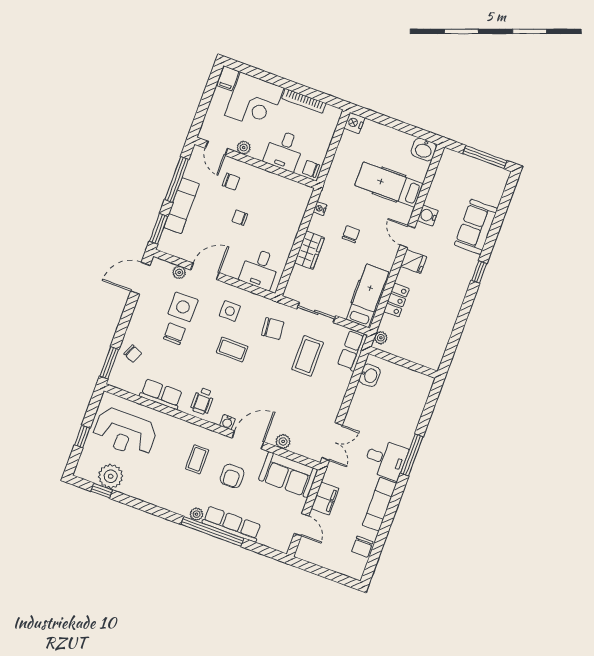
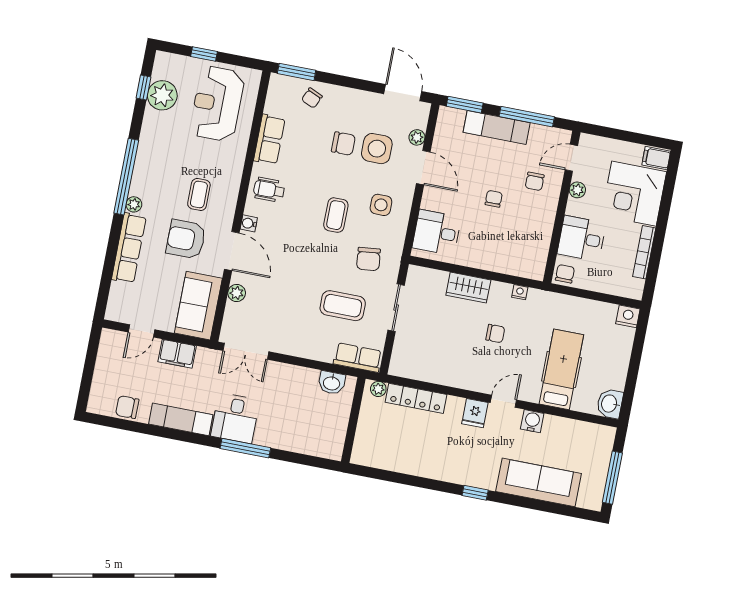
sofa: (476, 227) -> (539, 482), width x1.36
hospital bed: (367, 296) -> (425, 365), removed
locker: (396, 300) -> (416, 398), width x1.53
coffee table: (197, 459) -> (199, 194), turned 90
armchair: (232, 476) -> (186, 239), width x1.38, depth x1.38
window: (212, 531) -> (126, 177), moved

